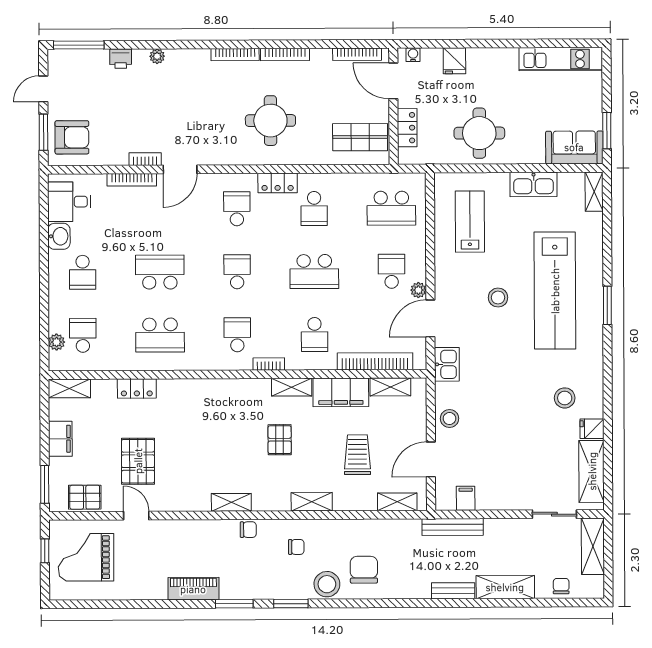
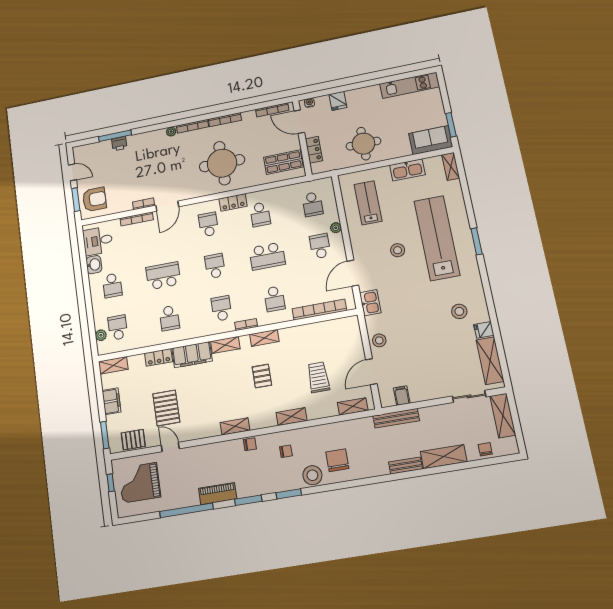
window: (79, 45) -> (115, 136), moved
plant: (157, 56) -> (171, 132), moved
door: (43, 89) -> (72, 172), swing flipped
round table: (270, 121) -> (222, 163), width x1.36, depth x1.36
school desk: (391, 208) -> (312, 204), width x0.54
plant: (418, 290) -> (336, 228), moved
lab bench: (555, 291) -> (437, 238), turned 180
school desk: (160, 335) -> (169, 318), width x0.54
shelving: (390, 387) -> (225, 345), moved
filing cabinet: (341, 392) -> (192, 355), moved
window: (147, 604) -> (186, 510), added

